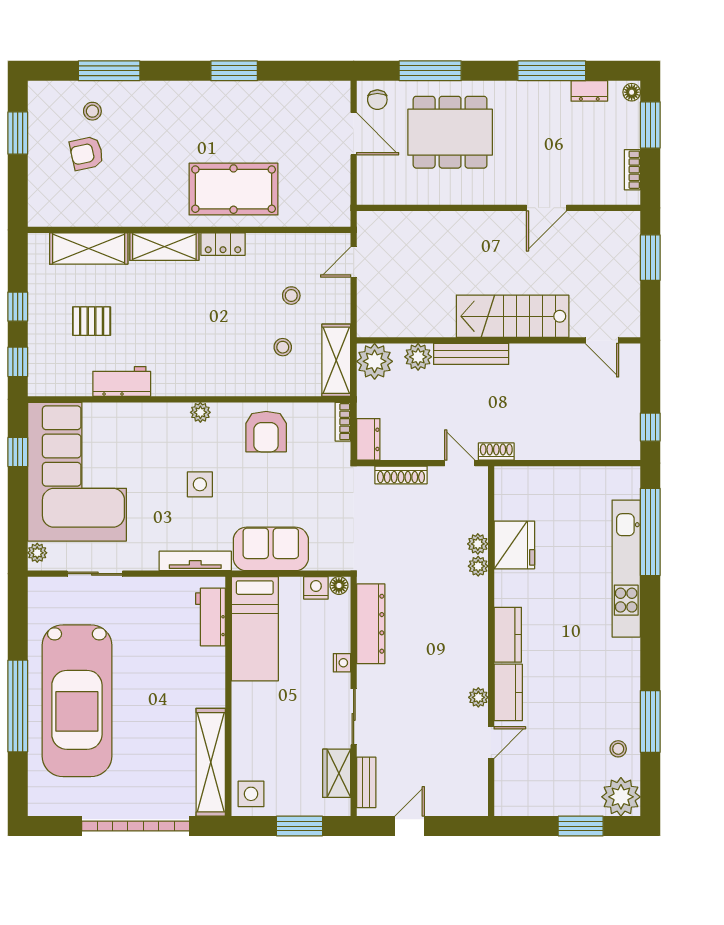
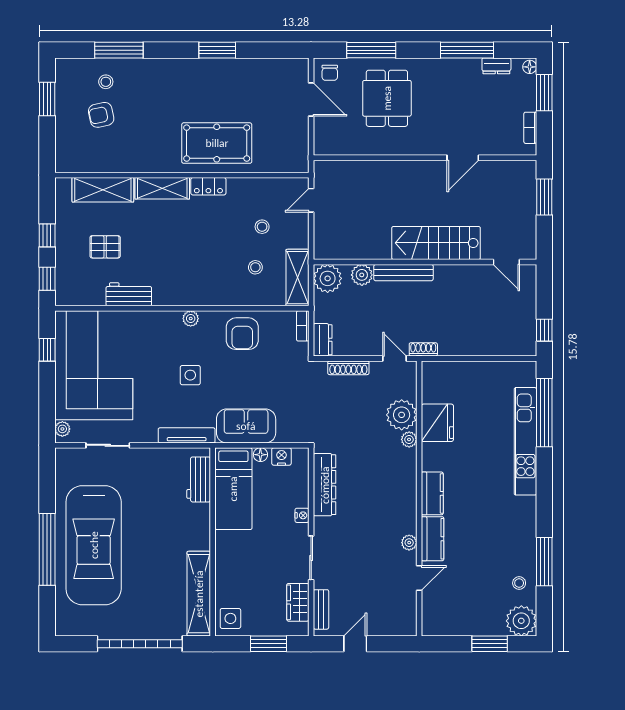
dining table: (450, 132) -> (387, 98), width x0.73
plant: (478, 544) -> (402, 415), width x1.87, depth x1.87
floor lamp: (339, 585) -> (260, 455), moved

